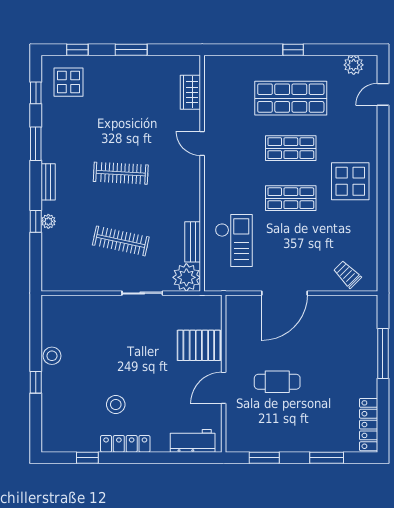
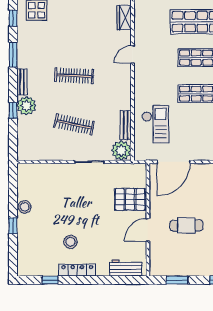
door: (202, 144) -> (133, 54), hinge flipped
plant: (48, 221) -> (27, 106), width x1.87, depth x1.87
door: (285, 293) -> (174, 162), moved

